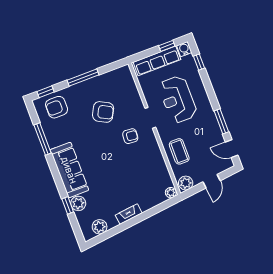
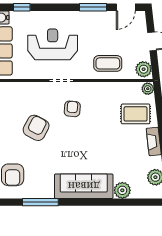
reception desk: (178, 99) -> (53, 44), turned 180
rug: (146, 190) -> (136, 114), added
window: (68, 205) -> (120, 202), removed

